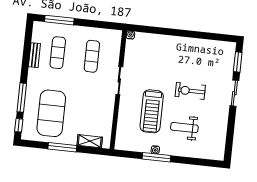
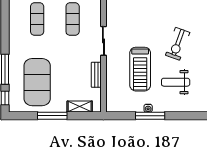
bench: (34, 55) -> (96, 75), moved
exercise bike: (190, 91) -> (178, 44), turned -70

